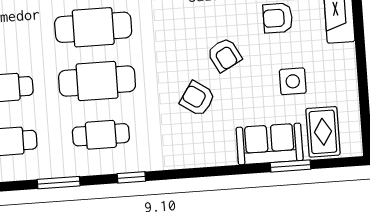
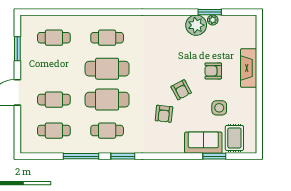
armchair: (197, 99) -> (164, 114), turned -118
window: (131, 177) -> (123, 156), width x1.50
window: (59, 183) -> (81, 156), width x1.44

